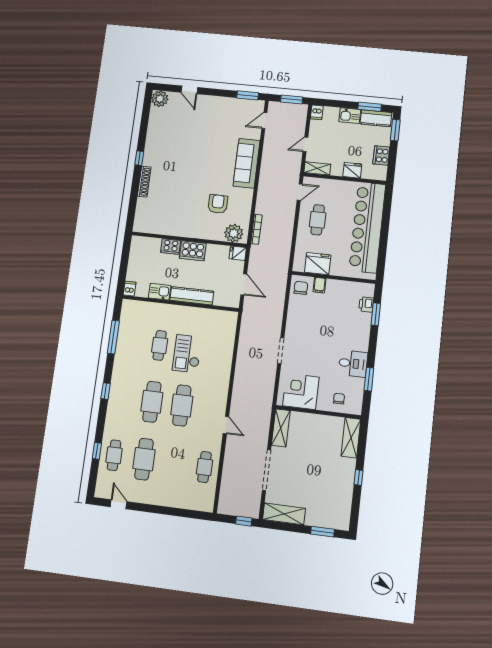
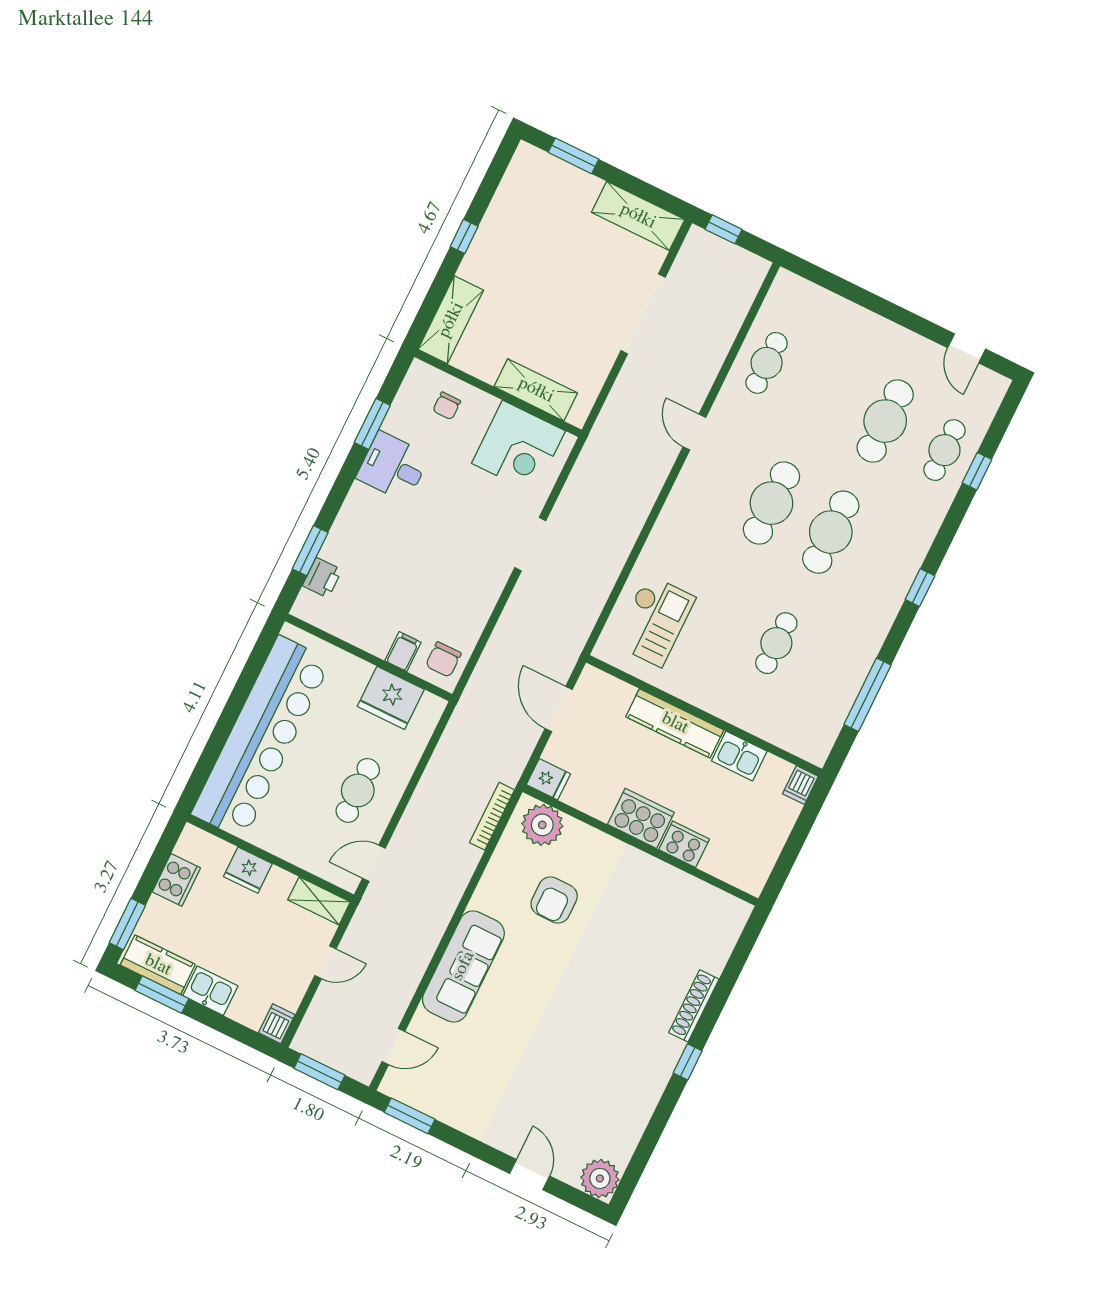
checkout: (187, 354) -> (654, 621), moved
shelving: (281, 428) -> (536, 390), moved, turned 90

